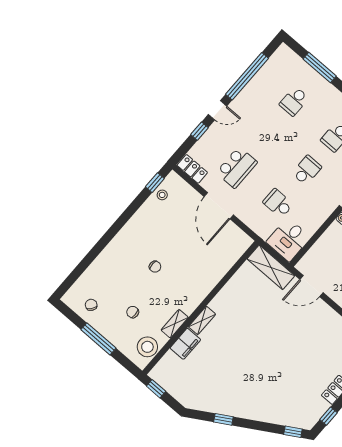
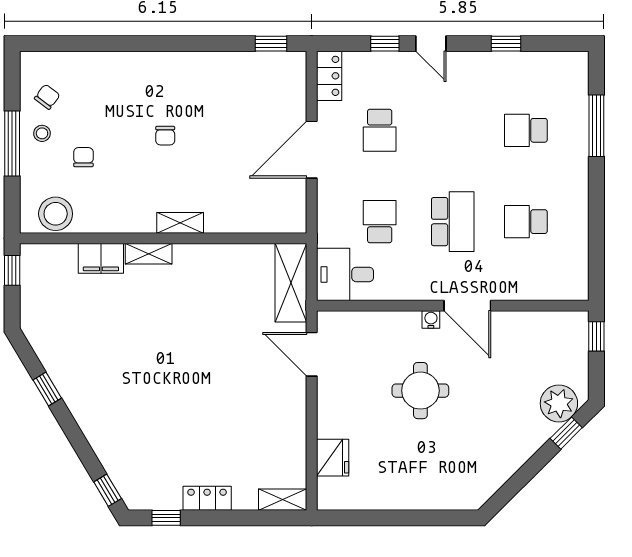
window: (247, 76) -> (506, 44), width x0.32
school desk: (237, 167) -> (380, 130), width x0.54
school desk: (307, 170) -> (453, 222), width x1.85
stool: (162, 195) -> (42, 133), moved
shelving: (175, 324) -> (180, 223), moved

